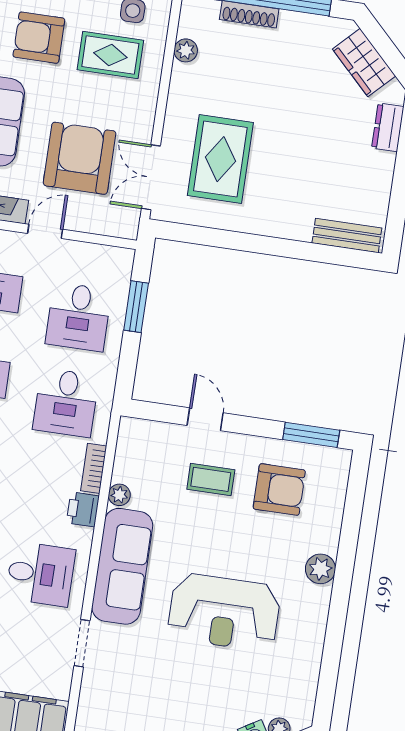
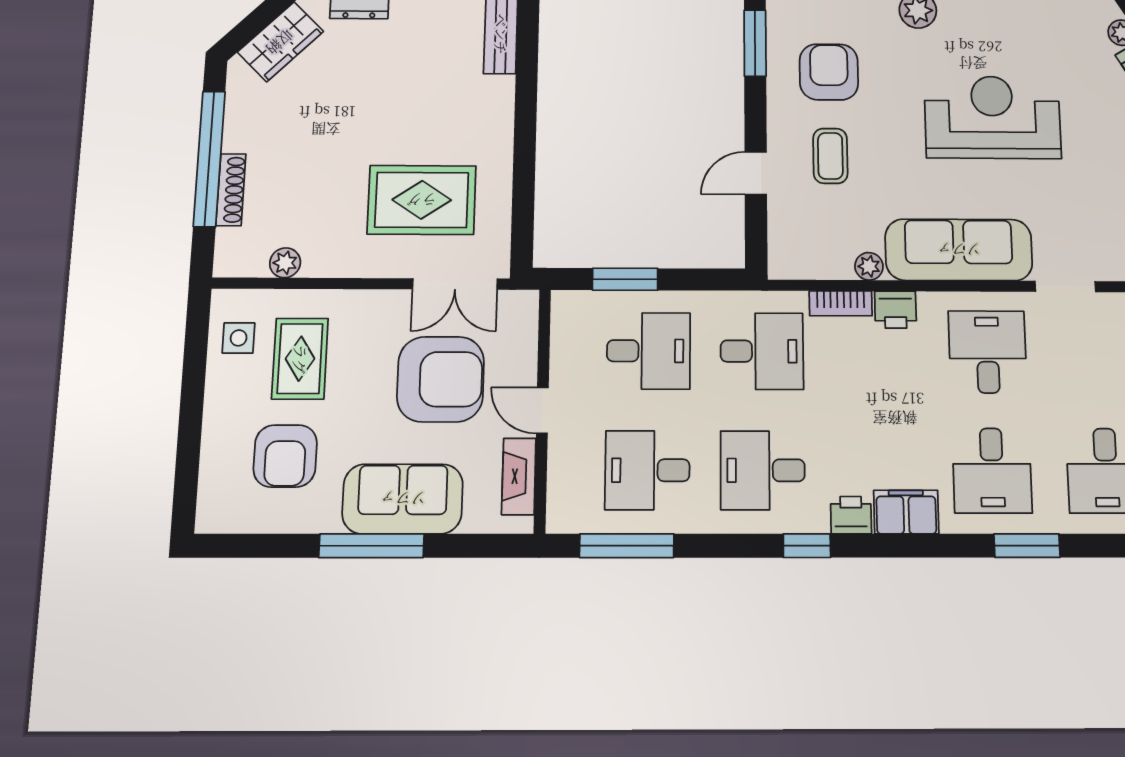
armchair: (80, 158) -> (441, 379), turned 180
reception desk: (224, 612) -> (992, 117), turned -90

